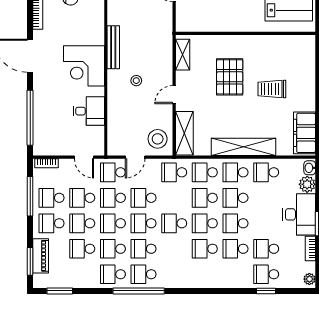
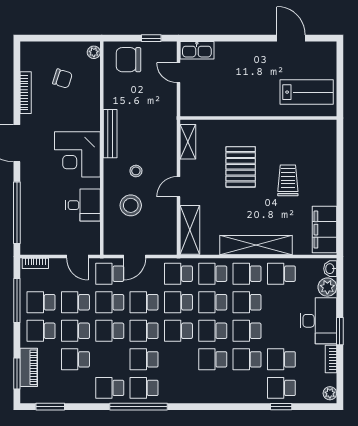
trolley: (272, 89) -> (288, 180), turned 90
stool: (158, 139) -> (131, 205), moved
school desk: (113, 249) -> (178, 302), moved

